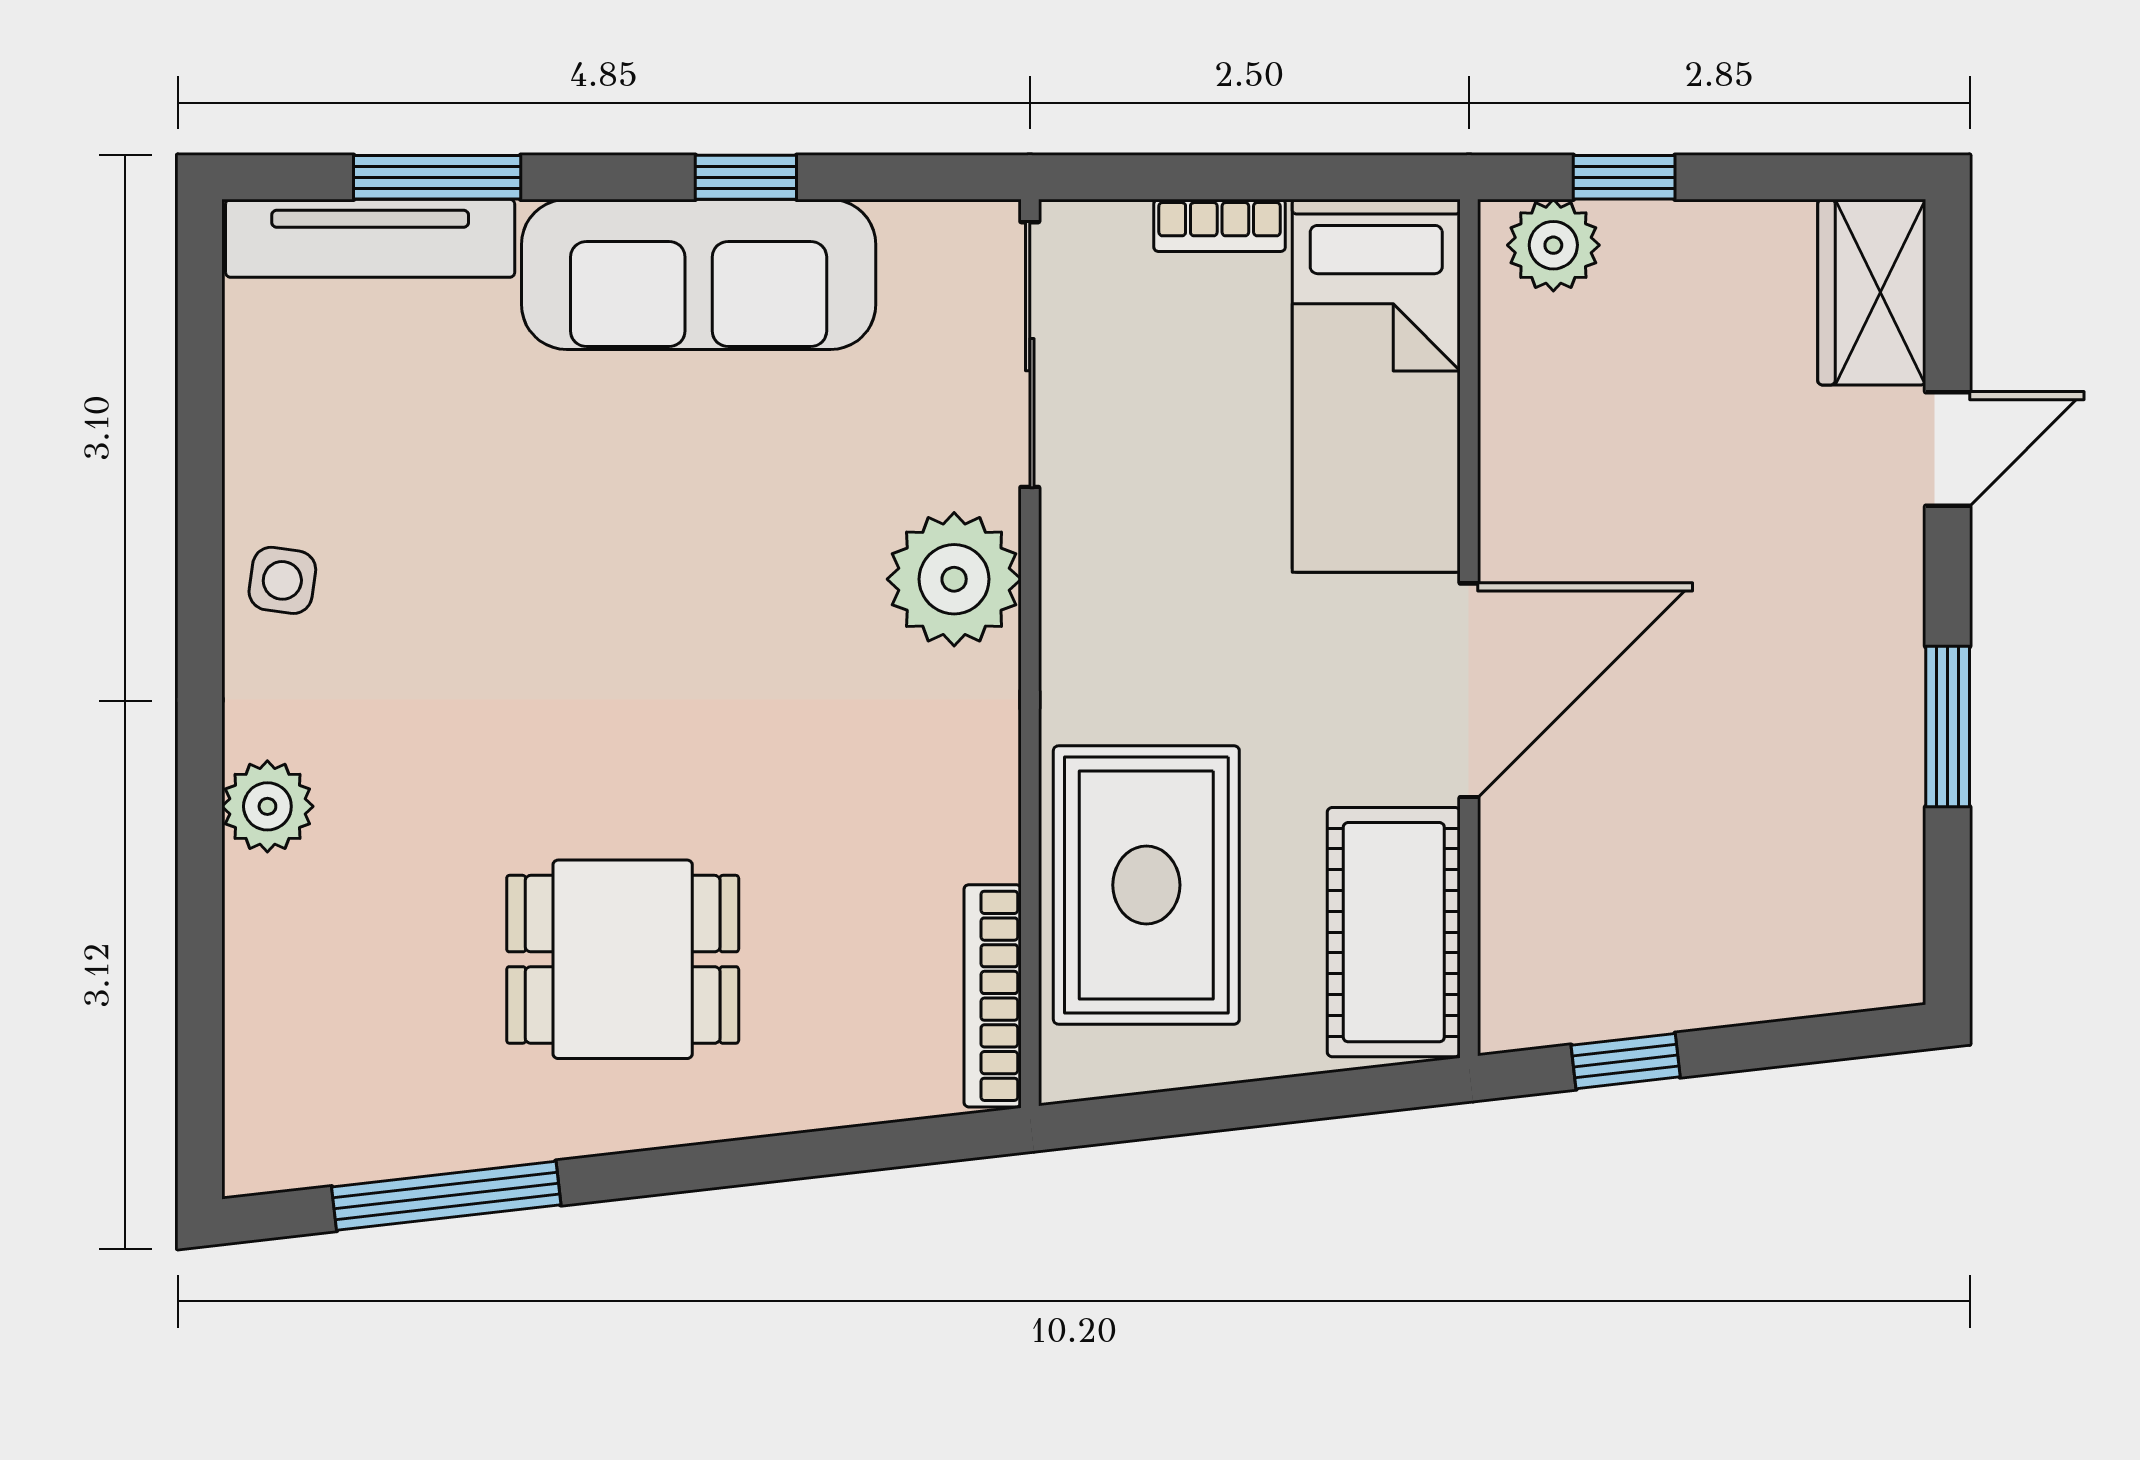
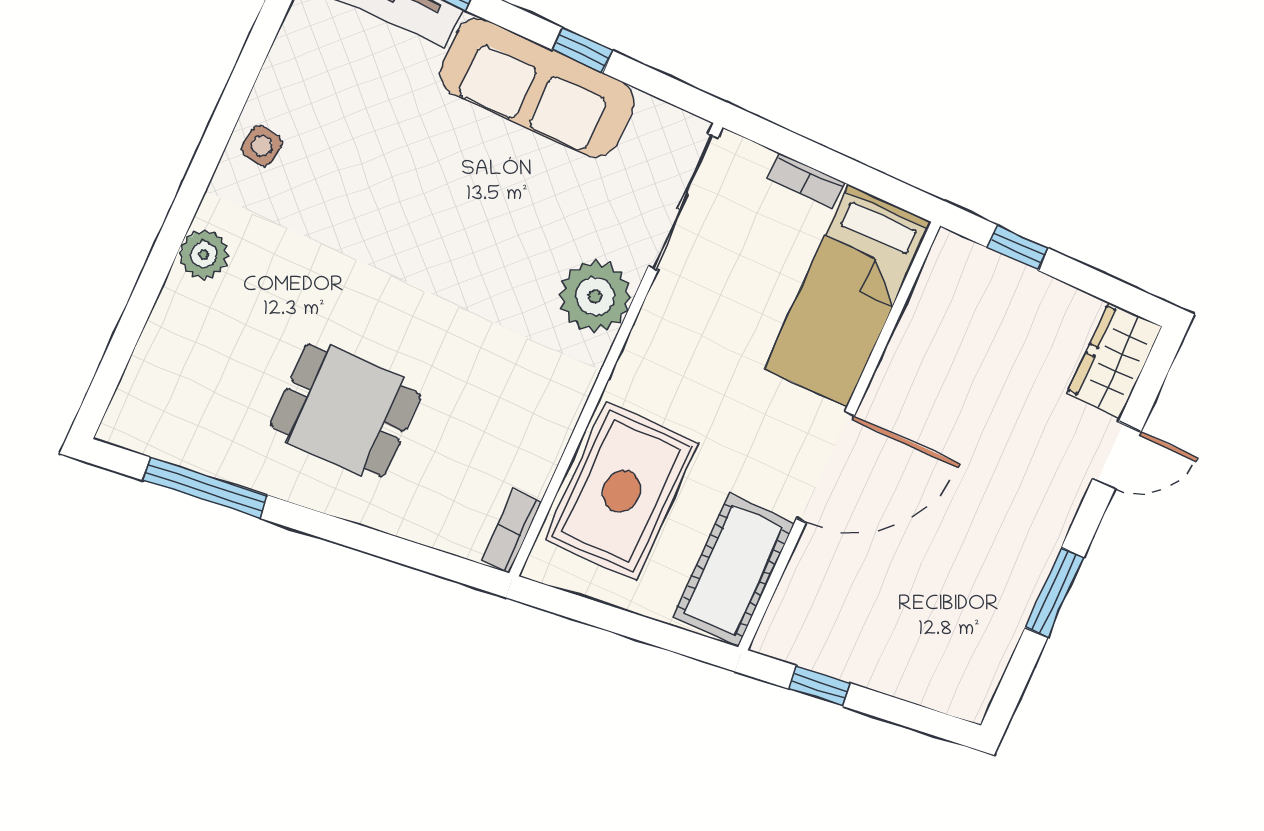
plant: (1553, 245) -> (967, 265), removed
bookcase: (993, 996) -> (512, 531), width x0.64

